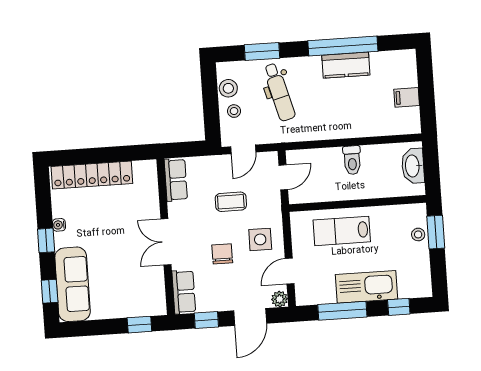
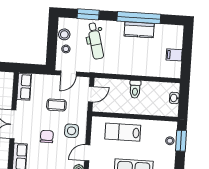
washbasin: (413, 166) -> (174, 98), width x0.52, depth x0.69

